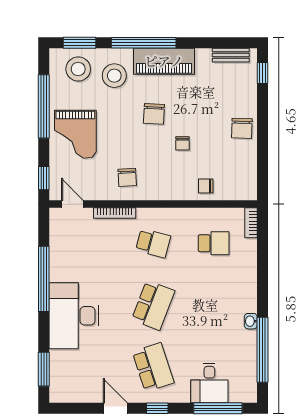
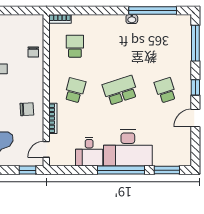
window: (44, 279) -> (121, 170), moved
school desk: (153, 305) -> (120, 90), turned -39
school desk: (153, 367) -> (165, 90), width x0.54
desk: (209, 383) -> (89, 152), moved, turned 90

